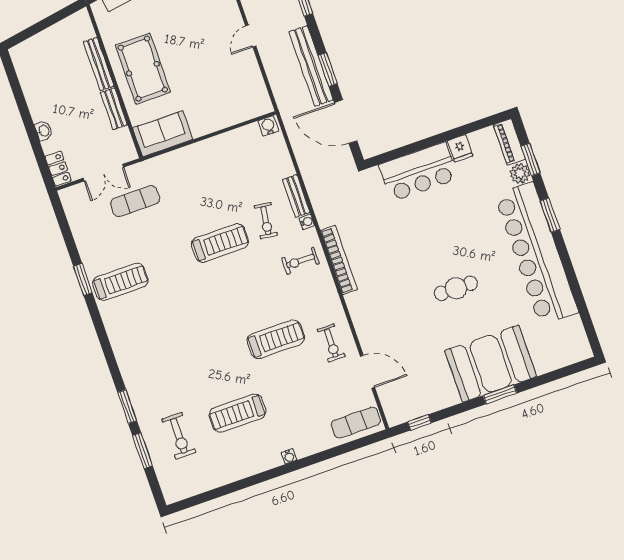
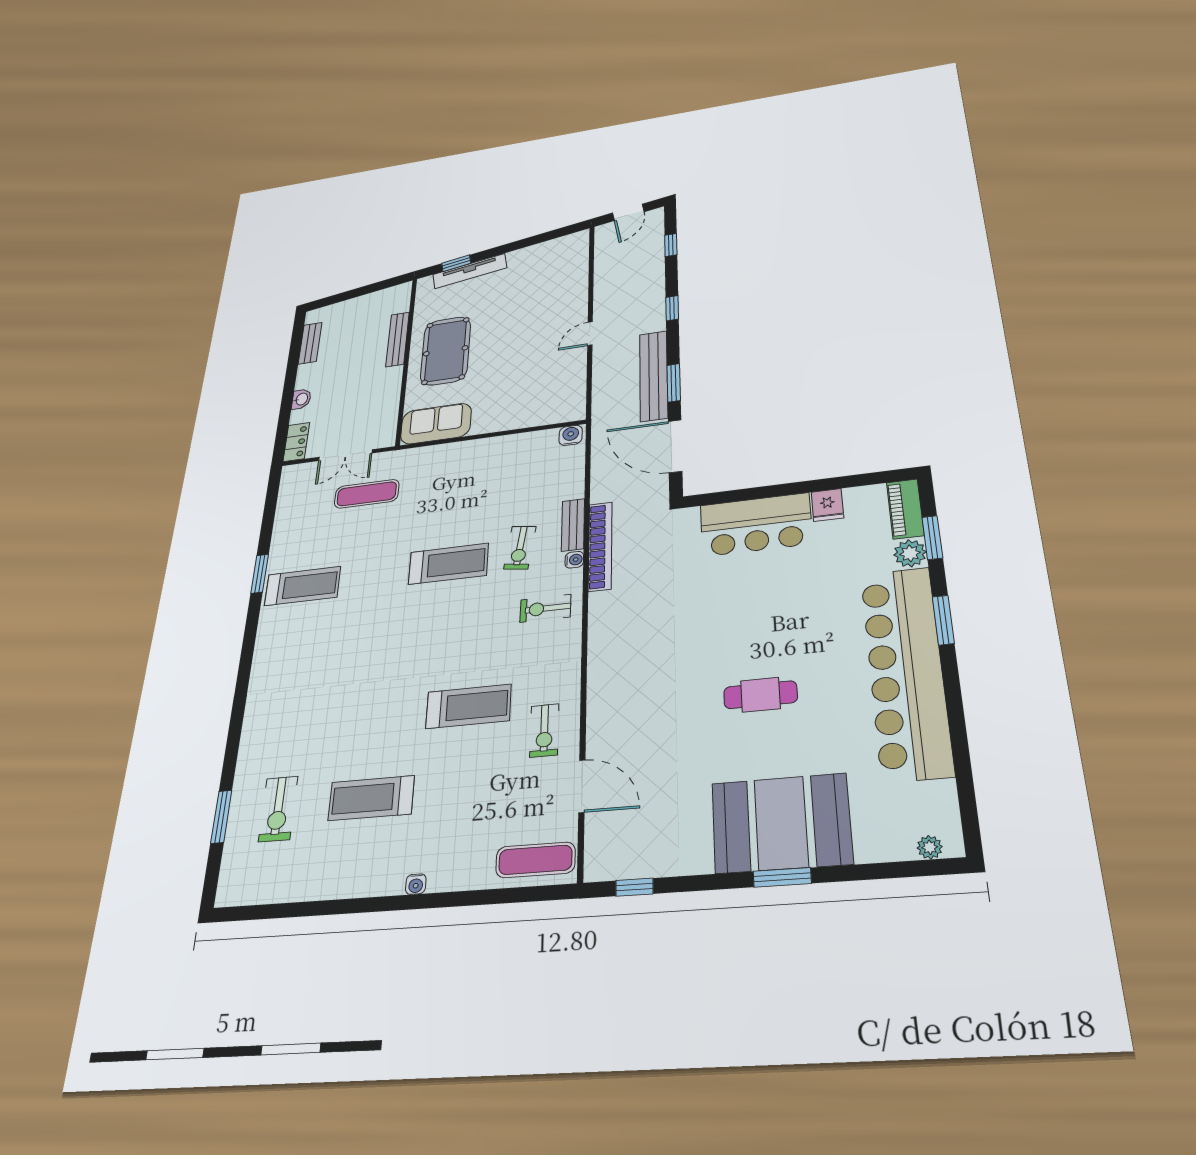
bench: (114, 109) -> (310, 343), moved
bookcase: (339, 260) -> (600, 546), moved
plant: (574, 356) -> (930, 847), added
window: (127, 406) -> (232, 749), removed

